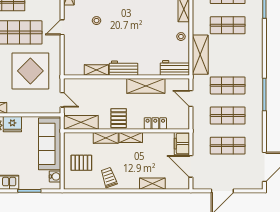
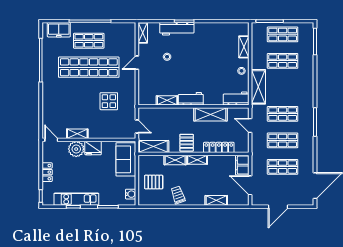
display table: (30, 71) -> (109, 101), width x0.54, depth x0.54
locker: (155, 123) -> (219, 147), width x1.53
sofa: (50, 144) -> (126, 159), width x0.73

